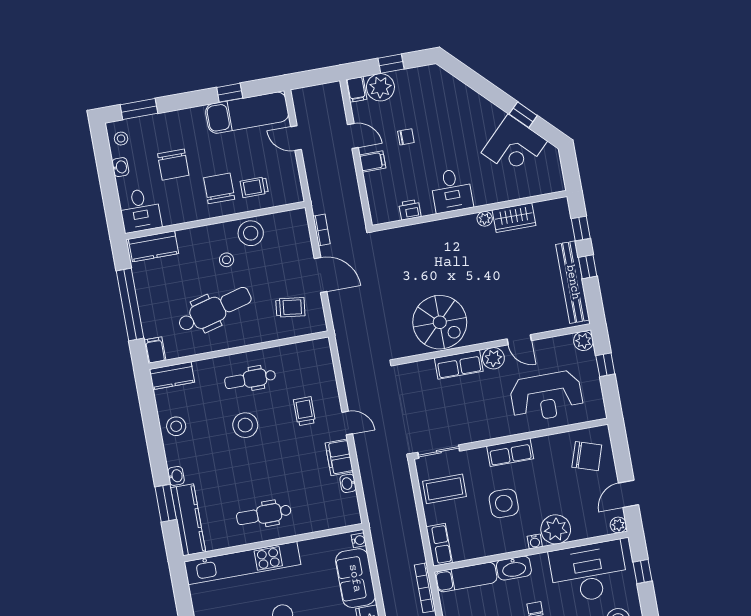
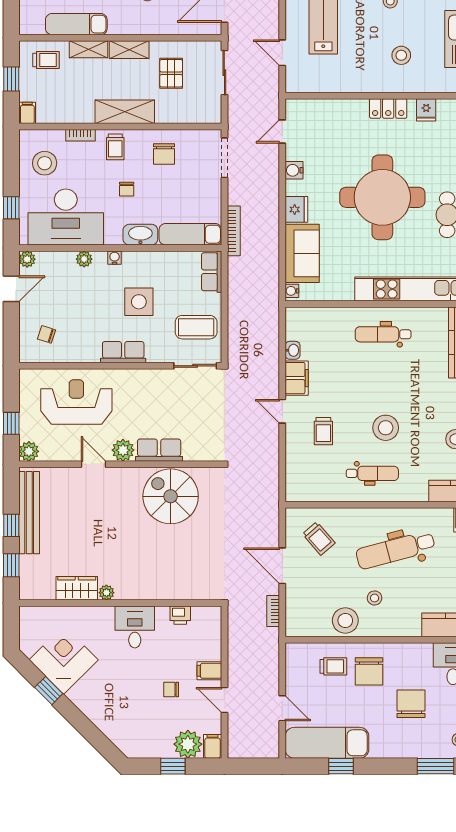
trolley: (290, 307) -> (319, 538), turned -138
chair: (587, 456) -> (46, 334), width x0.54, depth x0.54
dental chair: (264, 514) -> (383, 334), turned 180
plant: (556, 529) -> (84, 259), width x0.53, depth x0.53

